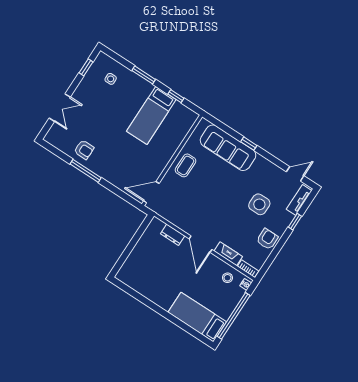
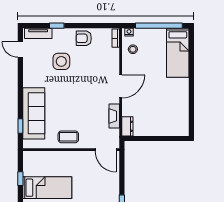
window: (249, 144) -> (20, 126), moved
dresser: (173, 235) -> (127, 126), moved
fireplace: (228, 254) -> (114, 116), moved

